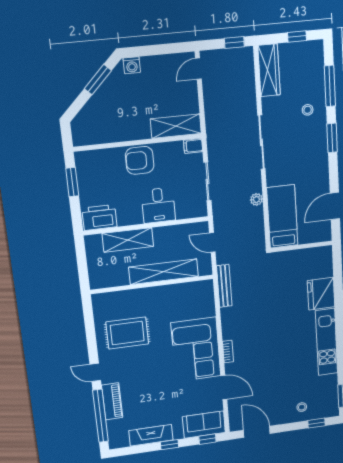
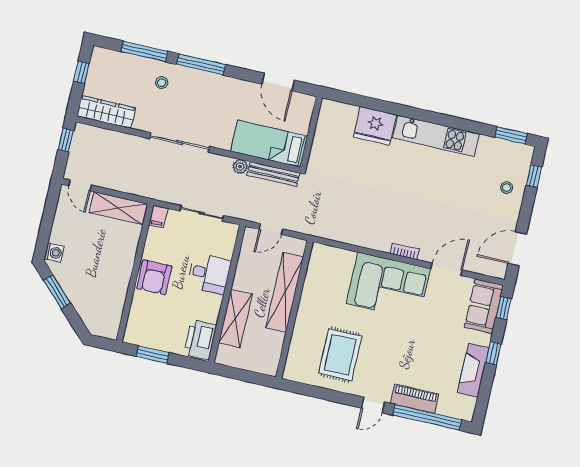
shelving: (176, 126) -> (118, 208), moved, turned 90
window: (332, 138) -> (201, 64), width x1.44
bench: (224, 286) -> (273, 174), moved

